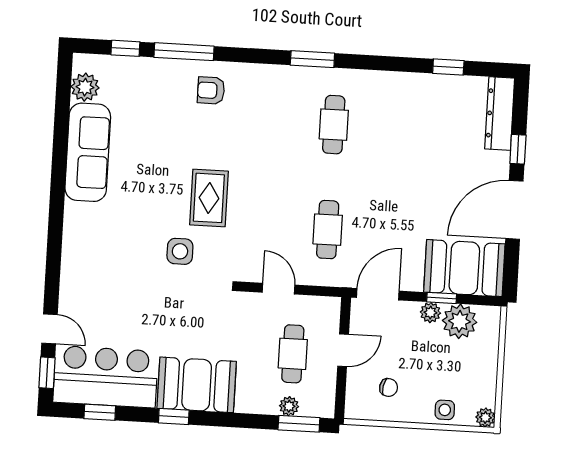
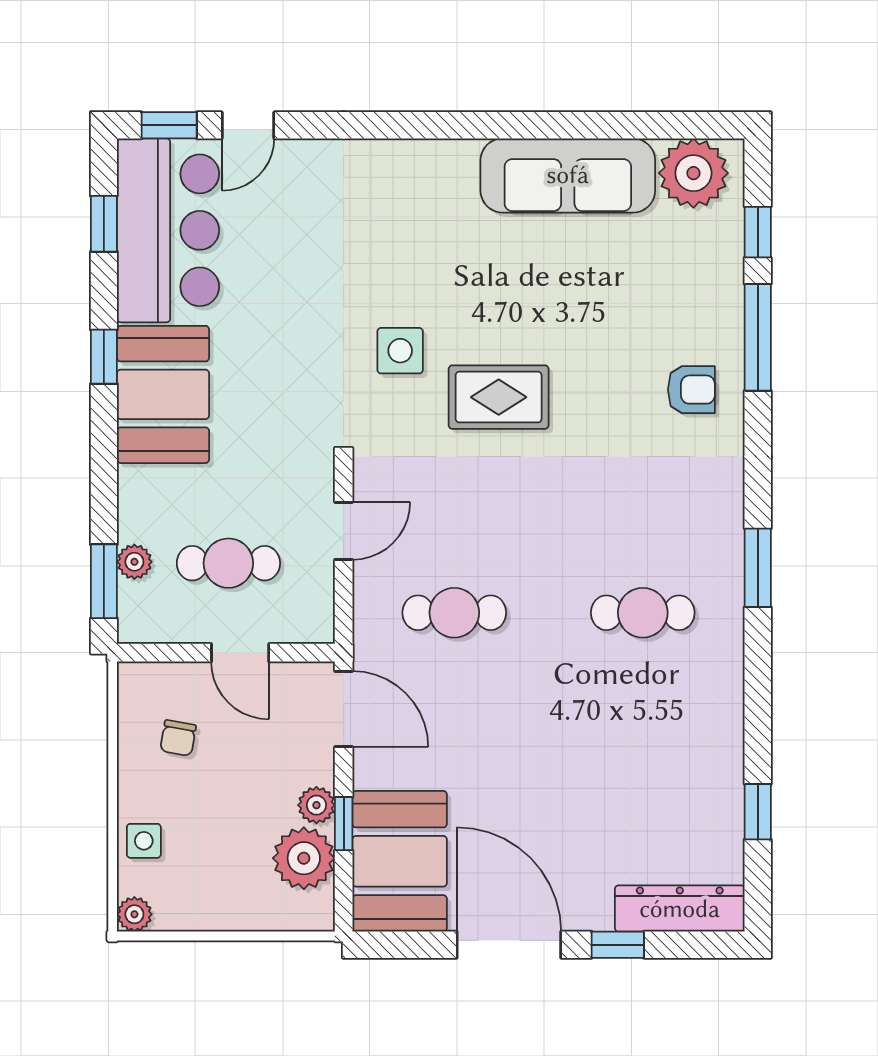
plant: (85, 87) -> (693, 173), width x1.36, depth x1.36
armchair: (211, 90) -> (691, 390), turned 90

